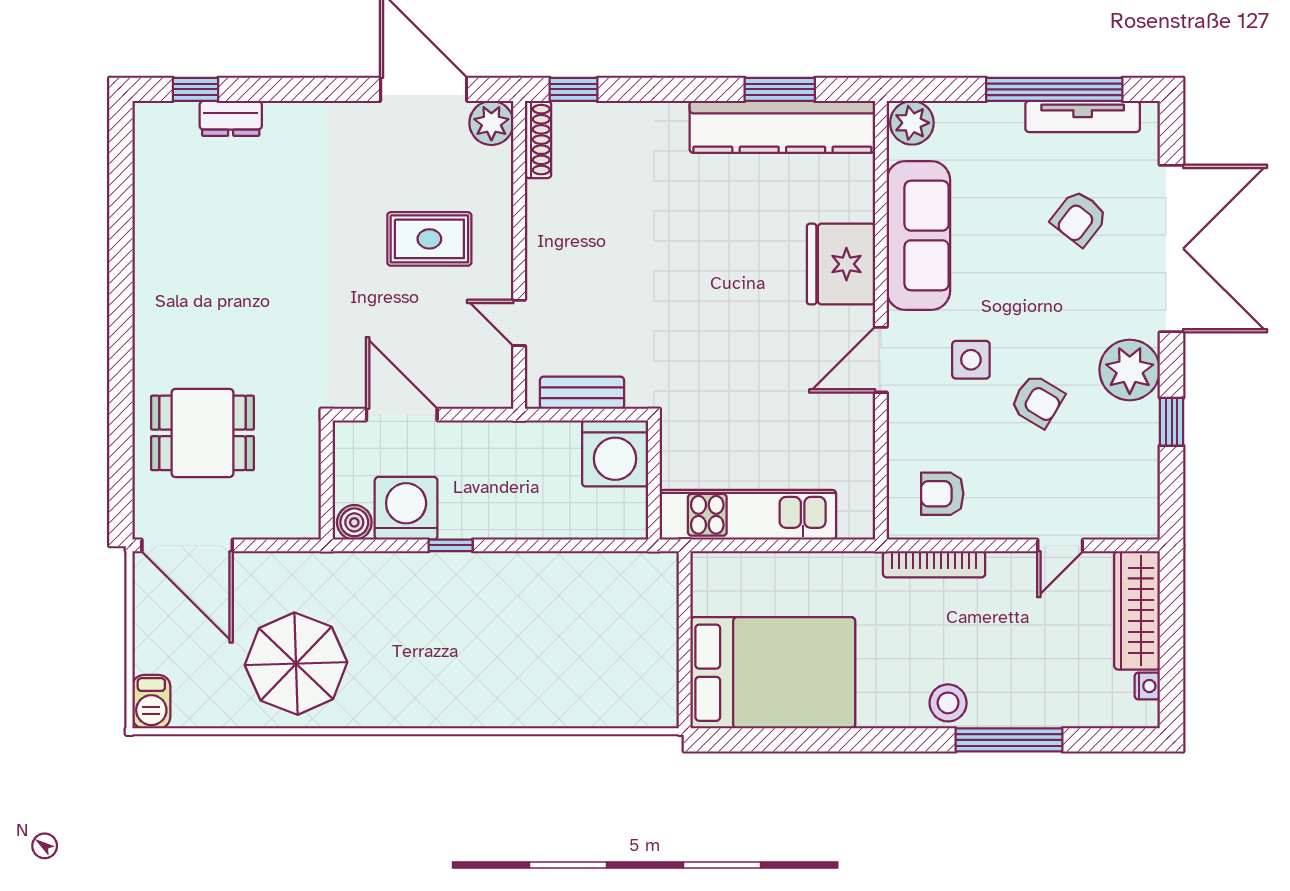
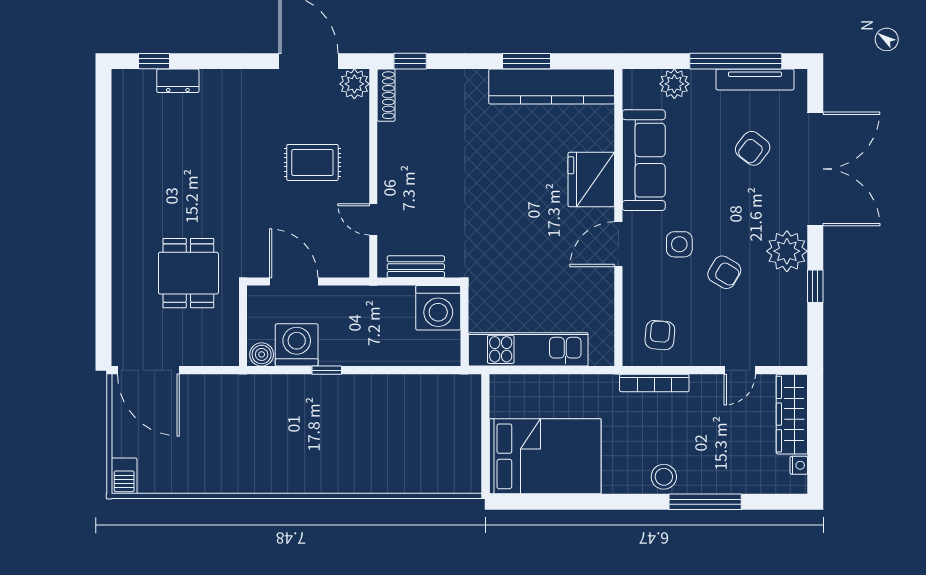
window: (780, 89) -> (527, 61), moved
plant: (912, 123) -> (674, 84), moved
dining table: (202, 433) -> (188, 273), moved, turned 90
armchair: (942, 494) -> (660, 335), turned 95
parasol: (296, 664) -> (222, 450), removed

